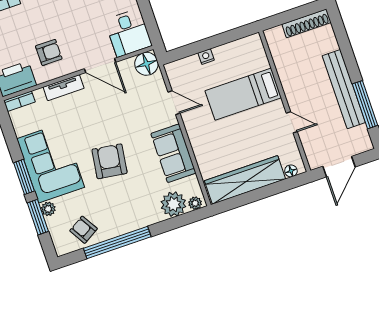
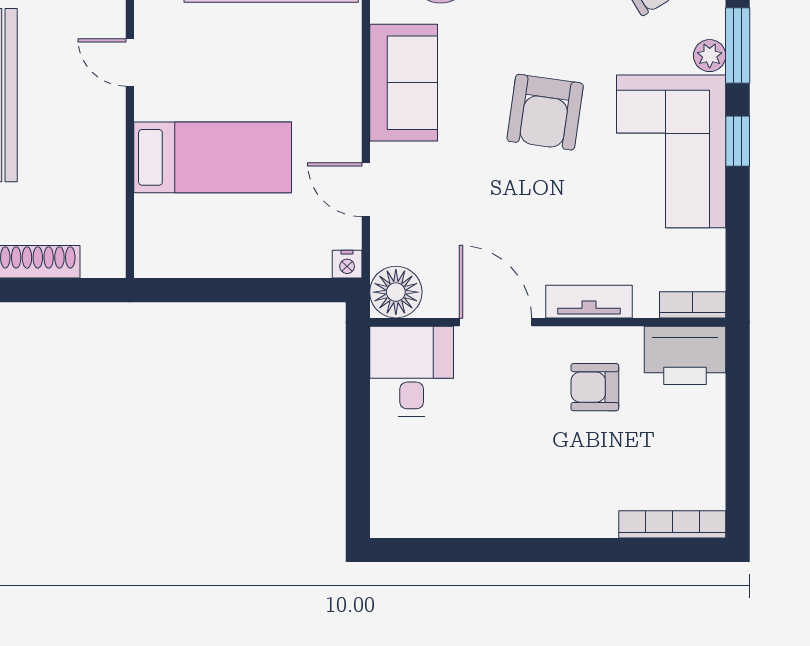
nightstand: (206, 57) -> (347, 264), moved
window: (24, 177) -> (738, 141), width x0.67

